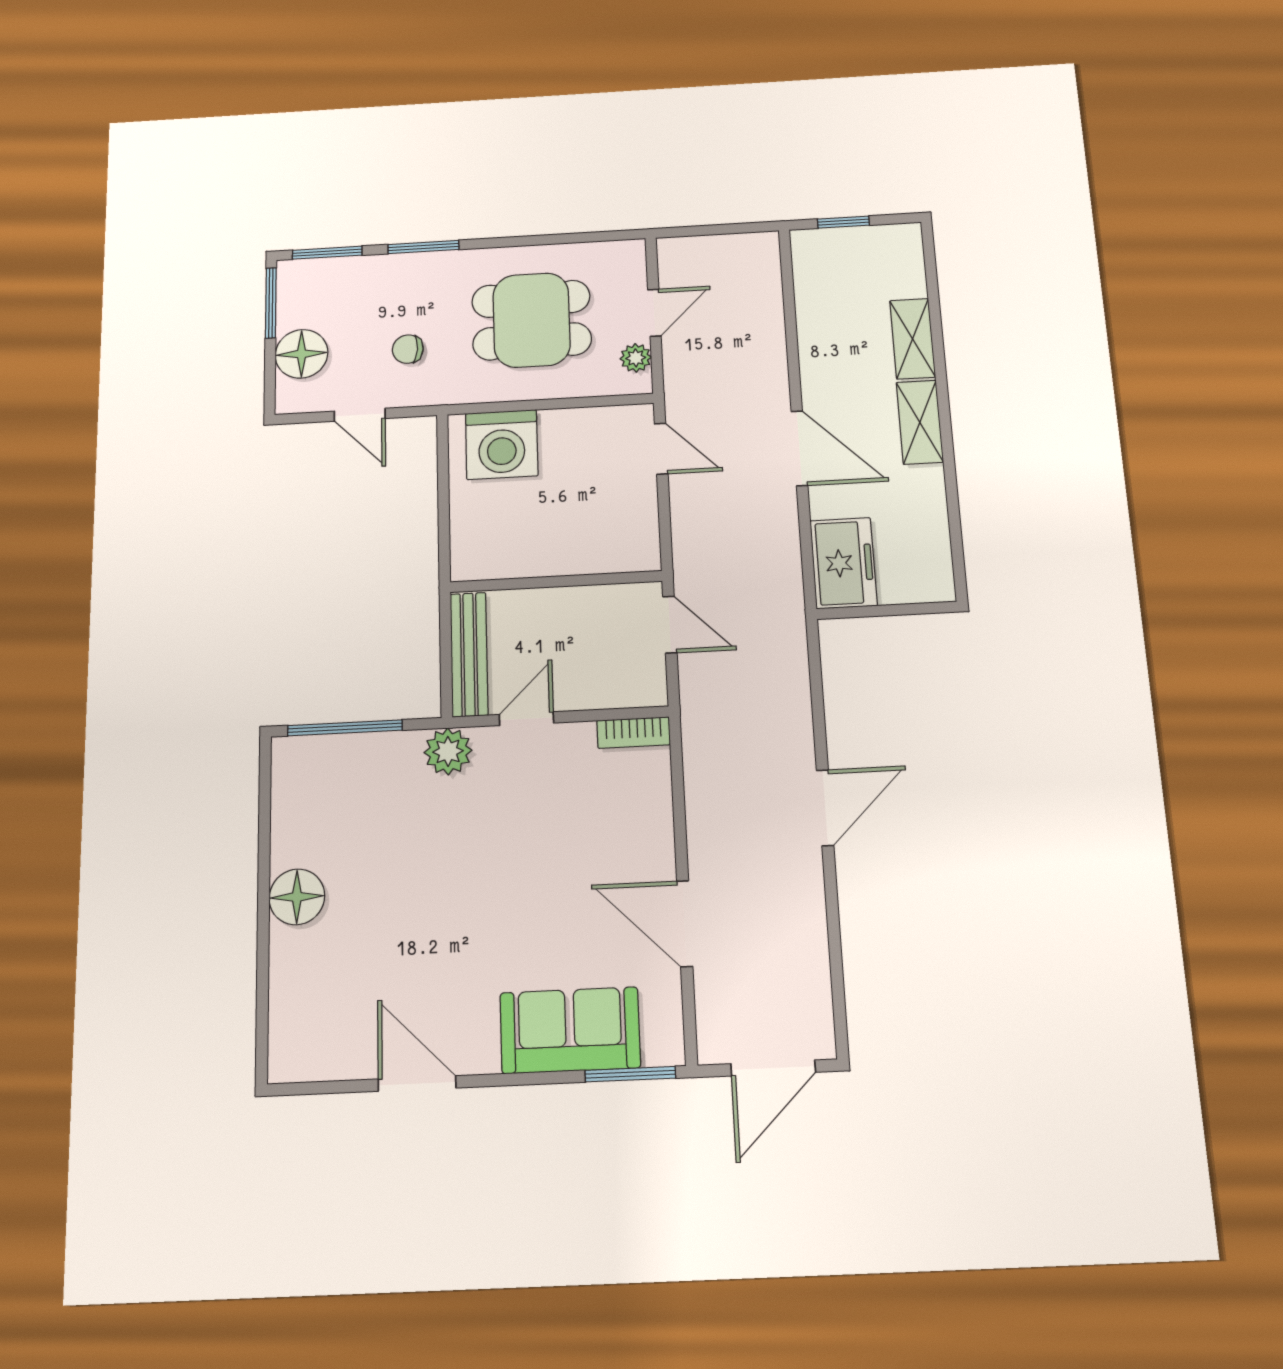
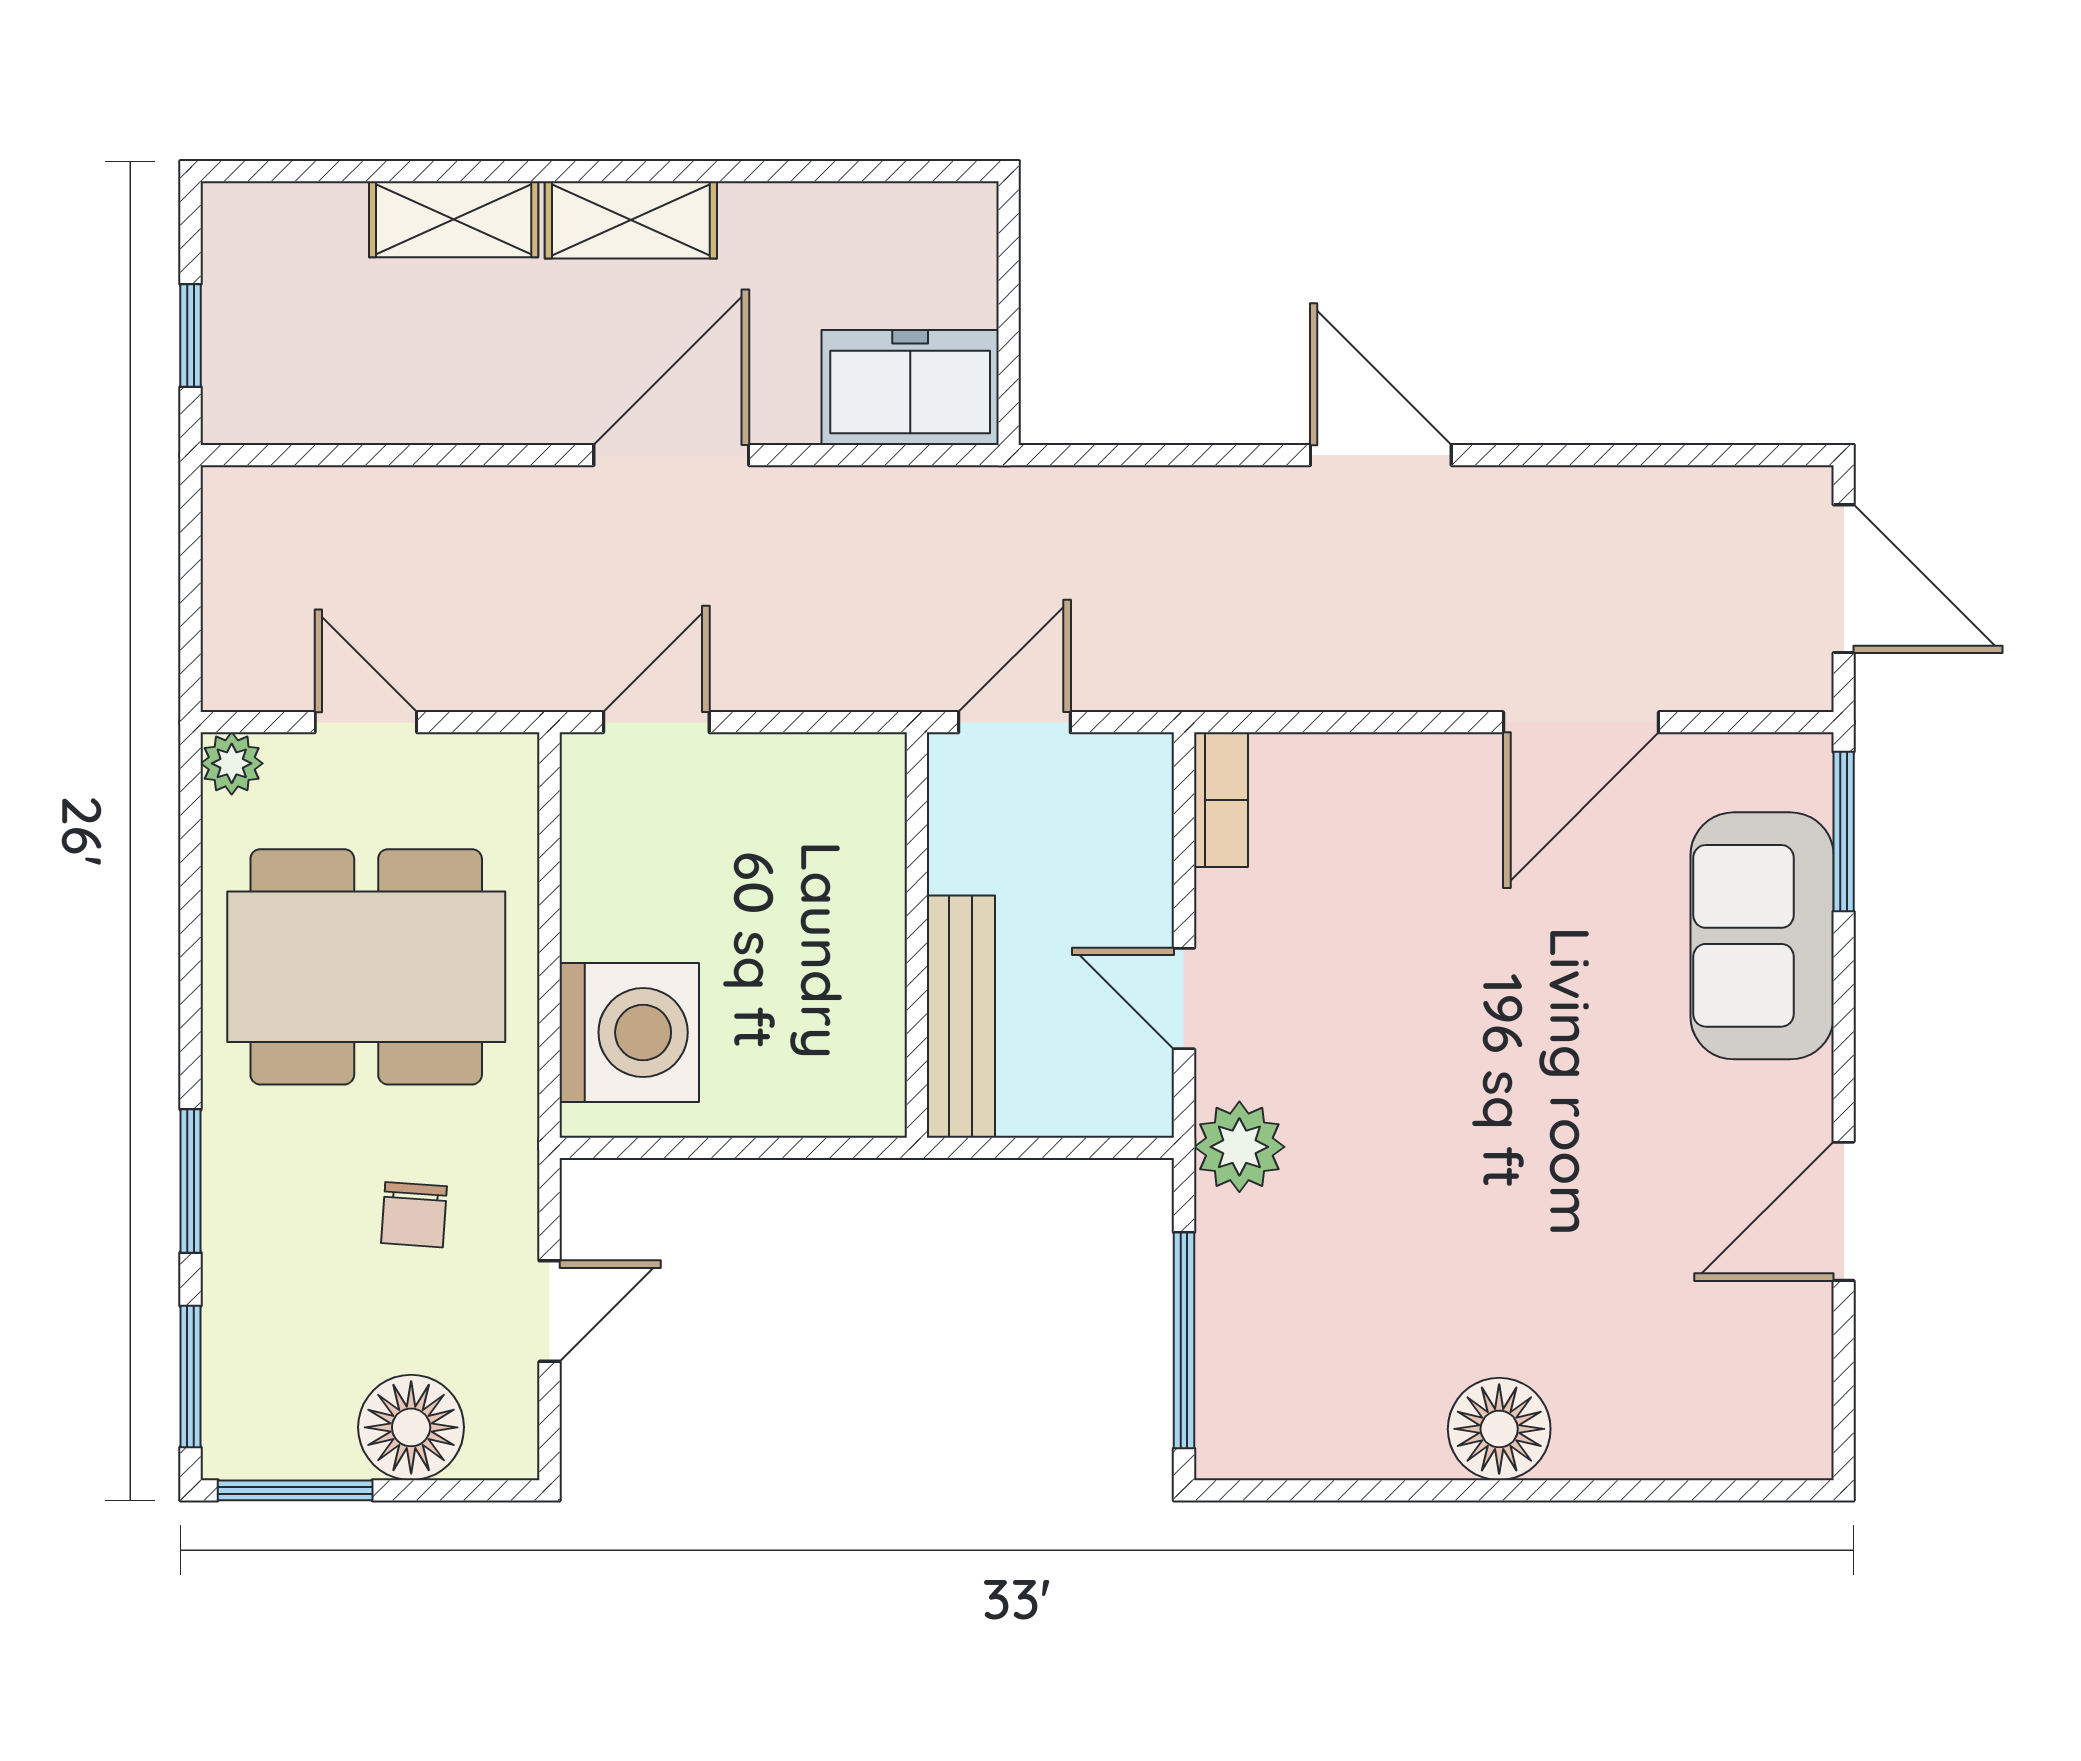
dining table: (532, 320) -> (366, 967), width x1.38
plant: (636, 358) -> (232, 763), moved
bench: (469, 654) -> (961, 1017), moved, turned 90

